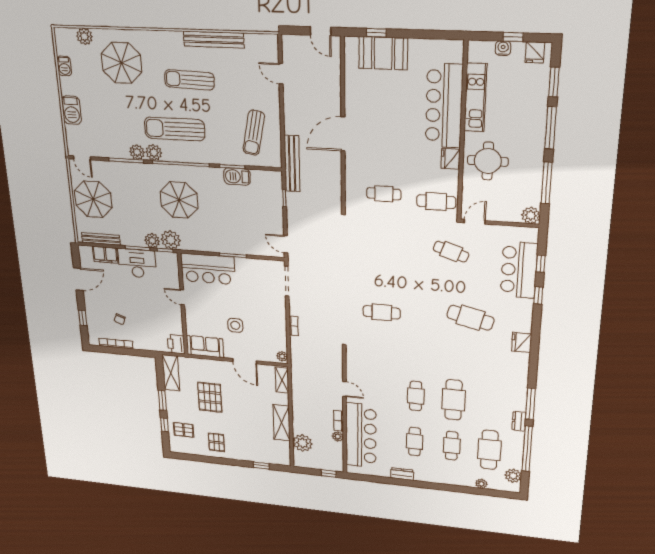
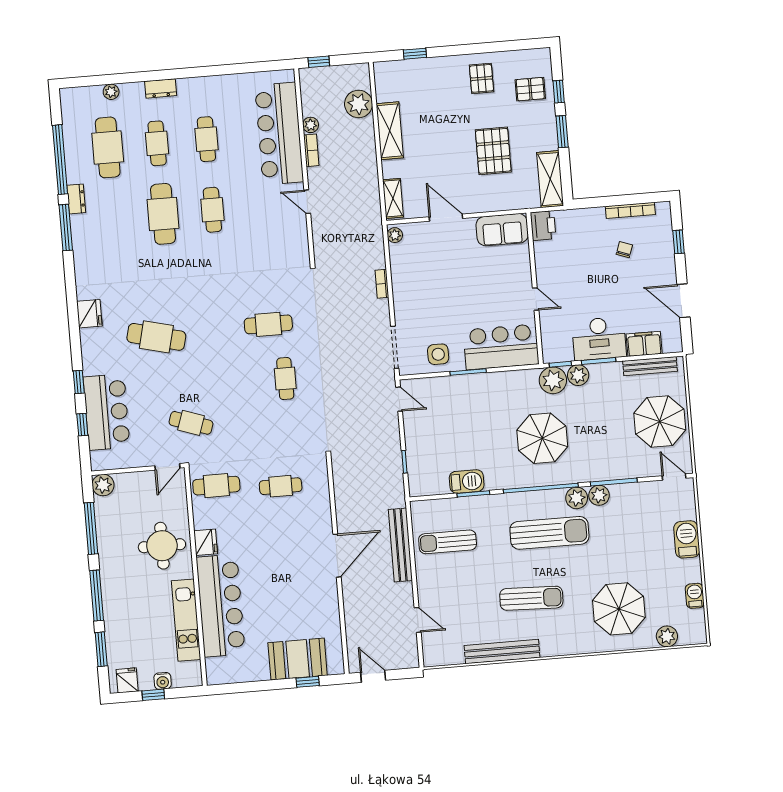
sun lounger: (254, 133) -> (448, 542), turned -101
bench: (292, 164) -> (400, 545), moved
cafe table: (372, 272) -> (285, 379), added
door: (78, 279) -> (683, 301), hinge flipped
side table: (235, 325) -> (438, 354), moved
dresser: (402, 474) -> (161, 88), moved
plant: (513, 476) -> (72, 114), removed

